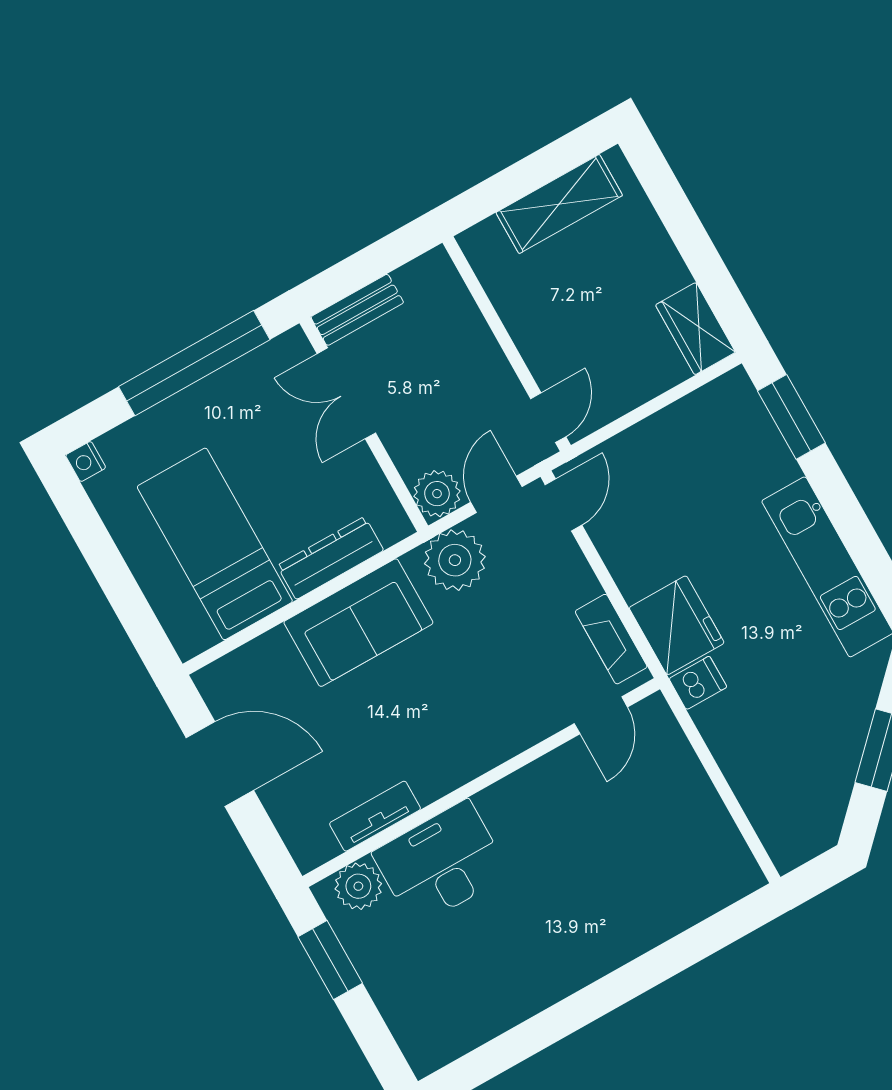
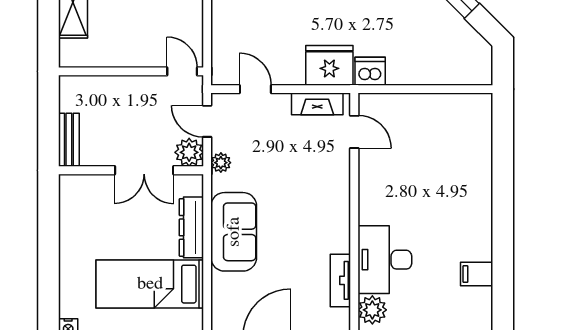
window: (194, 363) -> (49, 241), removed
double door: (346, 393) -> (144, 170), moved
door: (564, 505) -> (255, 89), moved
plant: (455, 560) -> (221, 163), width x0.53, depth x0.53
dishwasher: (698, 683) -> (370, 71), width x1.38
filing cabinet: (495, 1008) -> (477, 274), added

